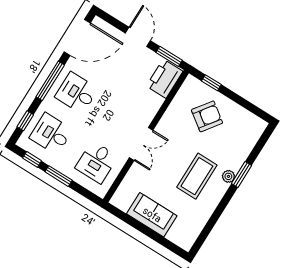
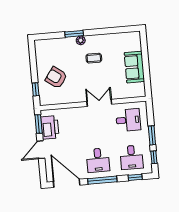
printer: (165, 79) -> (50, 127), moved, turned -90
coffee table: (197, 176) -> (94, 58), width x0.54, depth x0.58

